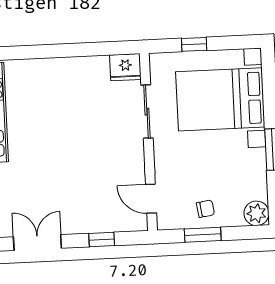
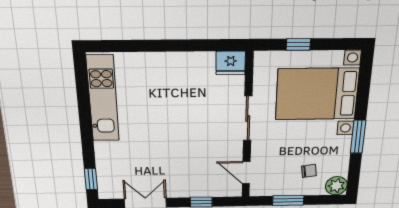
sliding door: (147, 112) -> (248, 118), moved
chair: (205, 209) -> (309, 171), moved

